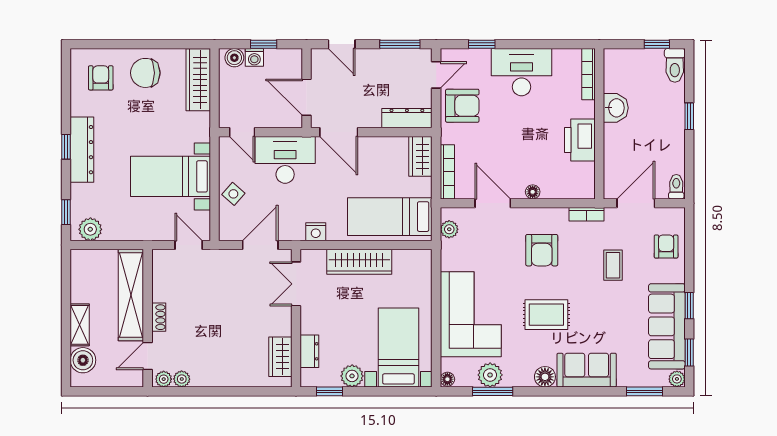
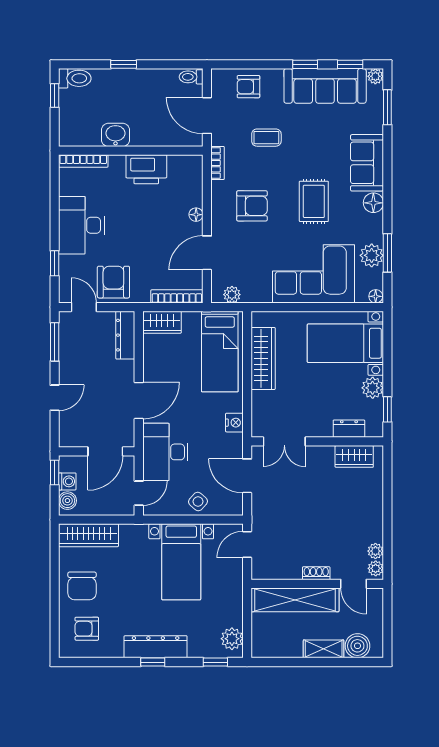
wall: (307, 88) -> (97, 451), moved
door: (307, 97) -> (105, 451), moved
wardrobe: (359, 262) -> (263, 358), moved

